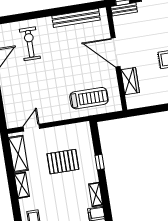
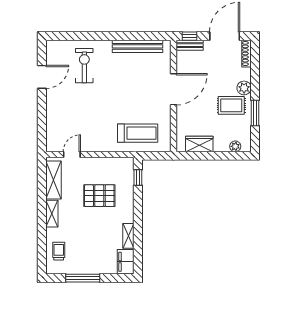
door: (116, 52) -> (173, 89), swing flipped
wardrobe: (130, 81) -> (199, 144), moved, turned -90
window: (100, 162) -> (138, 178), moved

